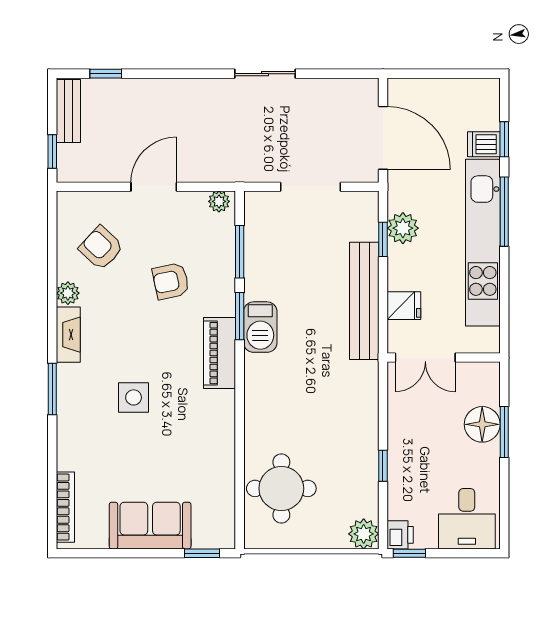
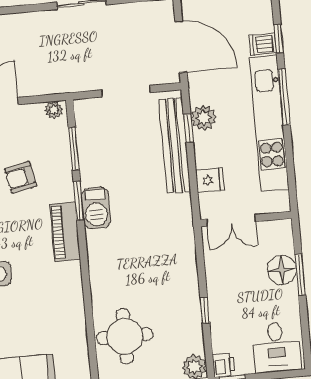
bench: (364, 301) -> (175, 146), moved

